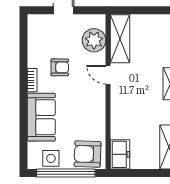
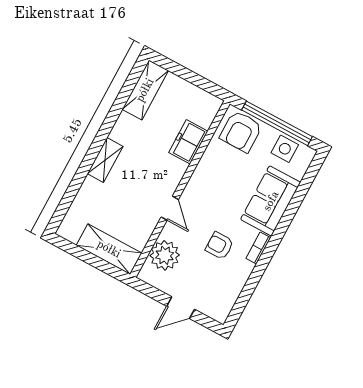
shelving: (120, 39) -> (109, 249), moved, turned 90
armchair: (88, 154) -> (241, 131), turned 88
freezer: (120, 154) -> (188, 142), moved

